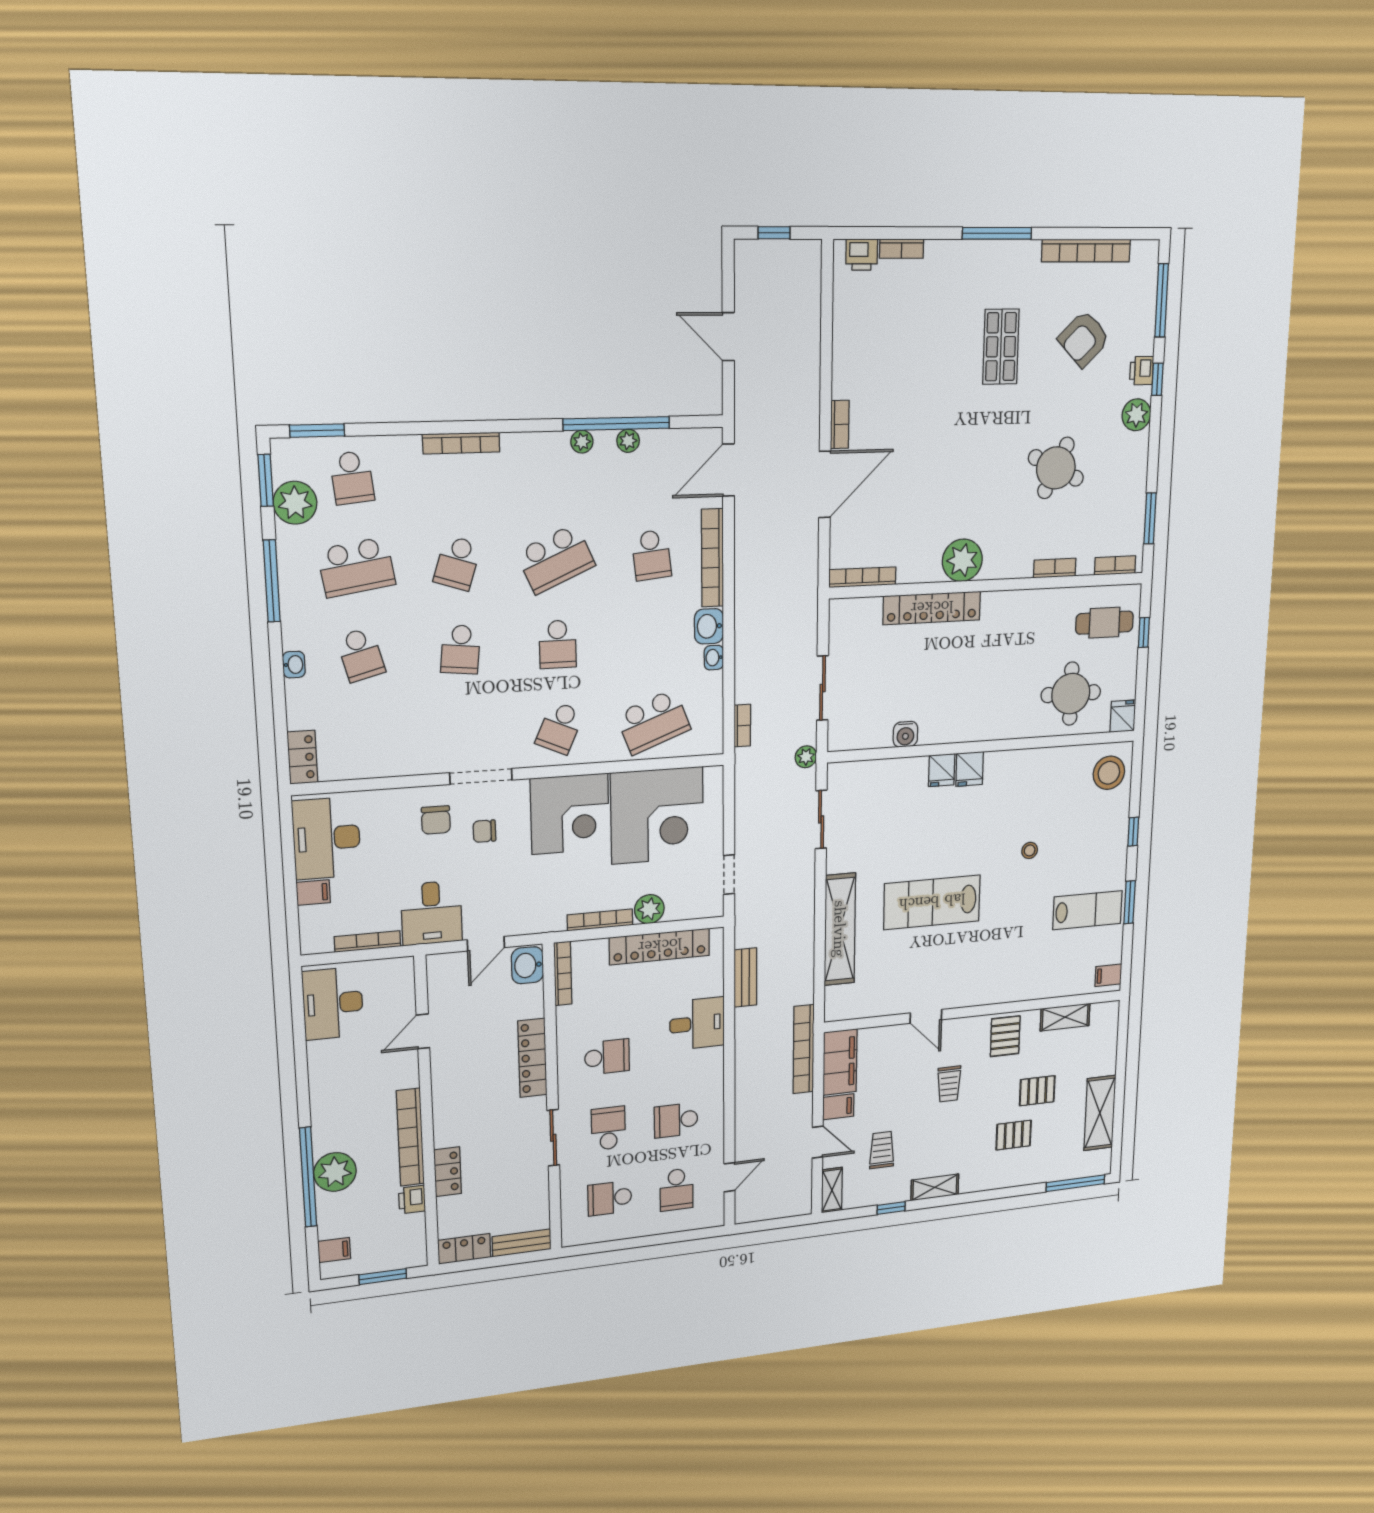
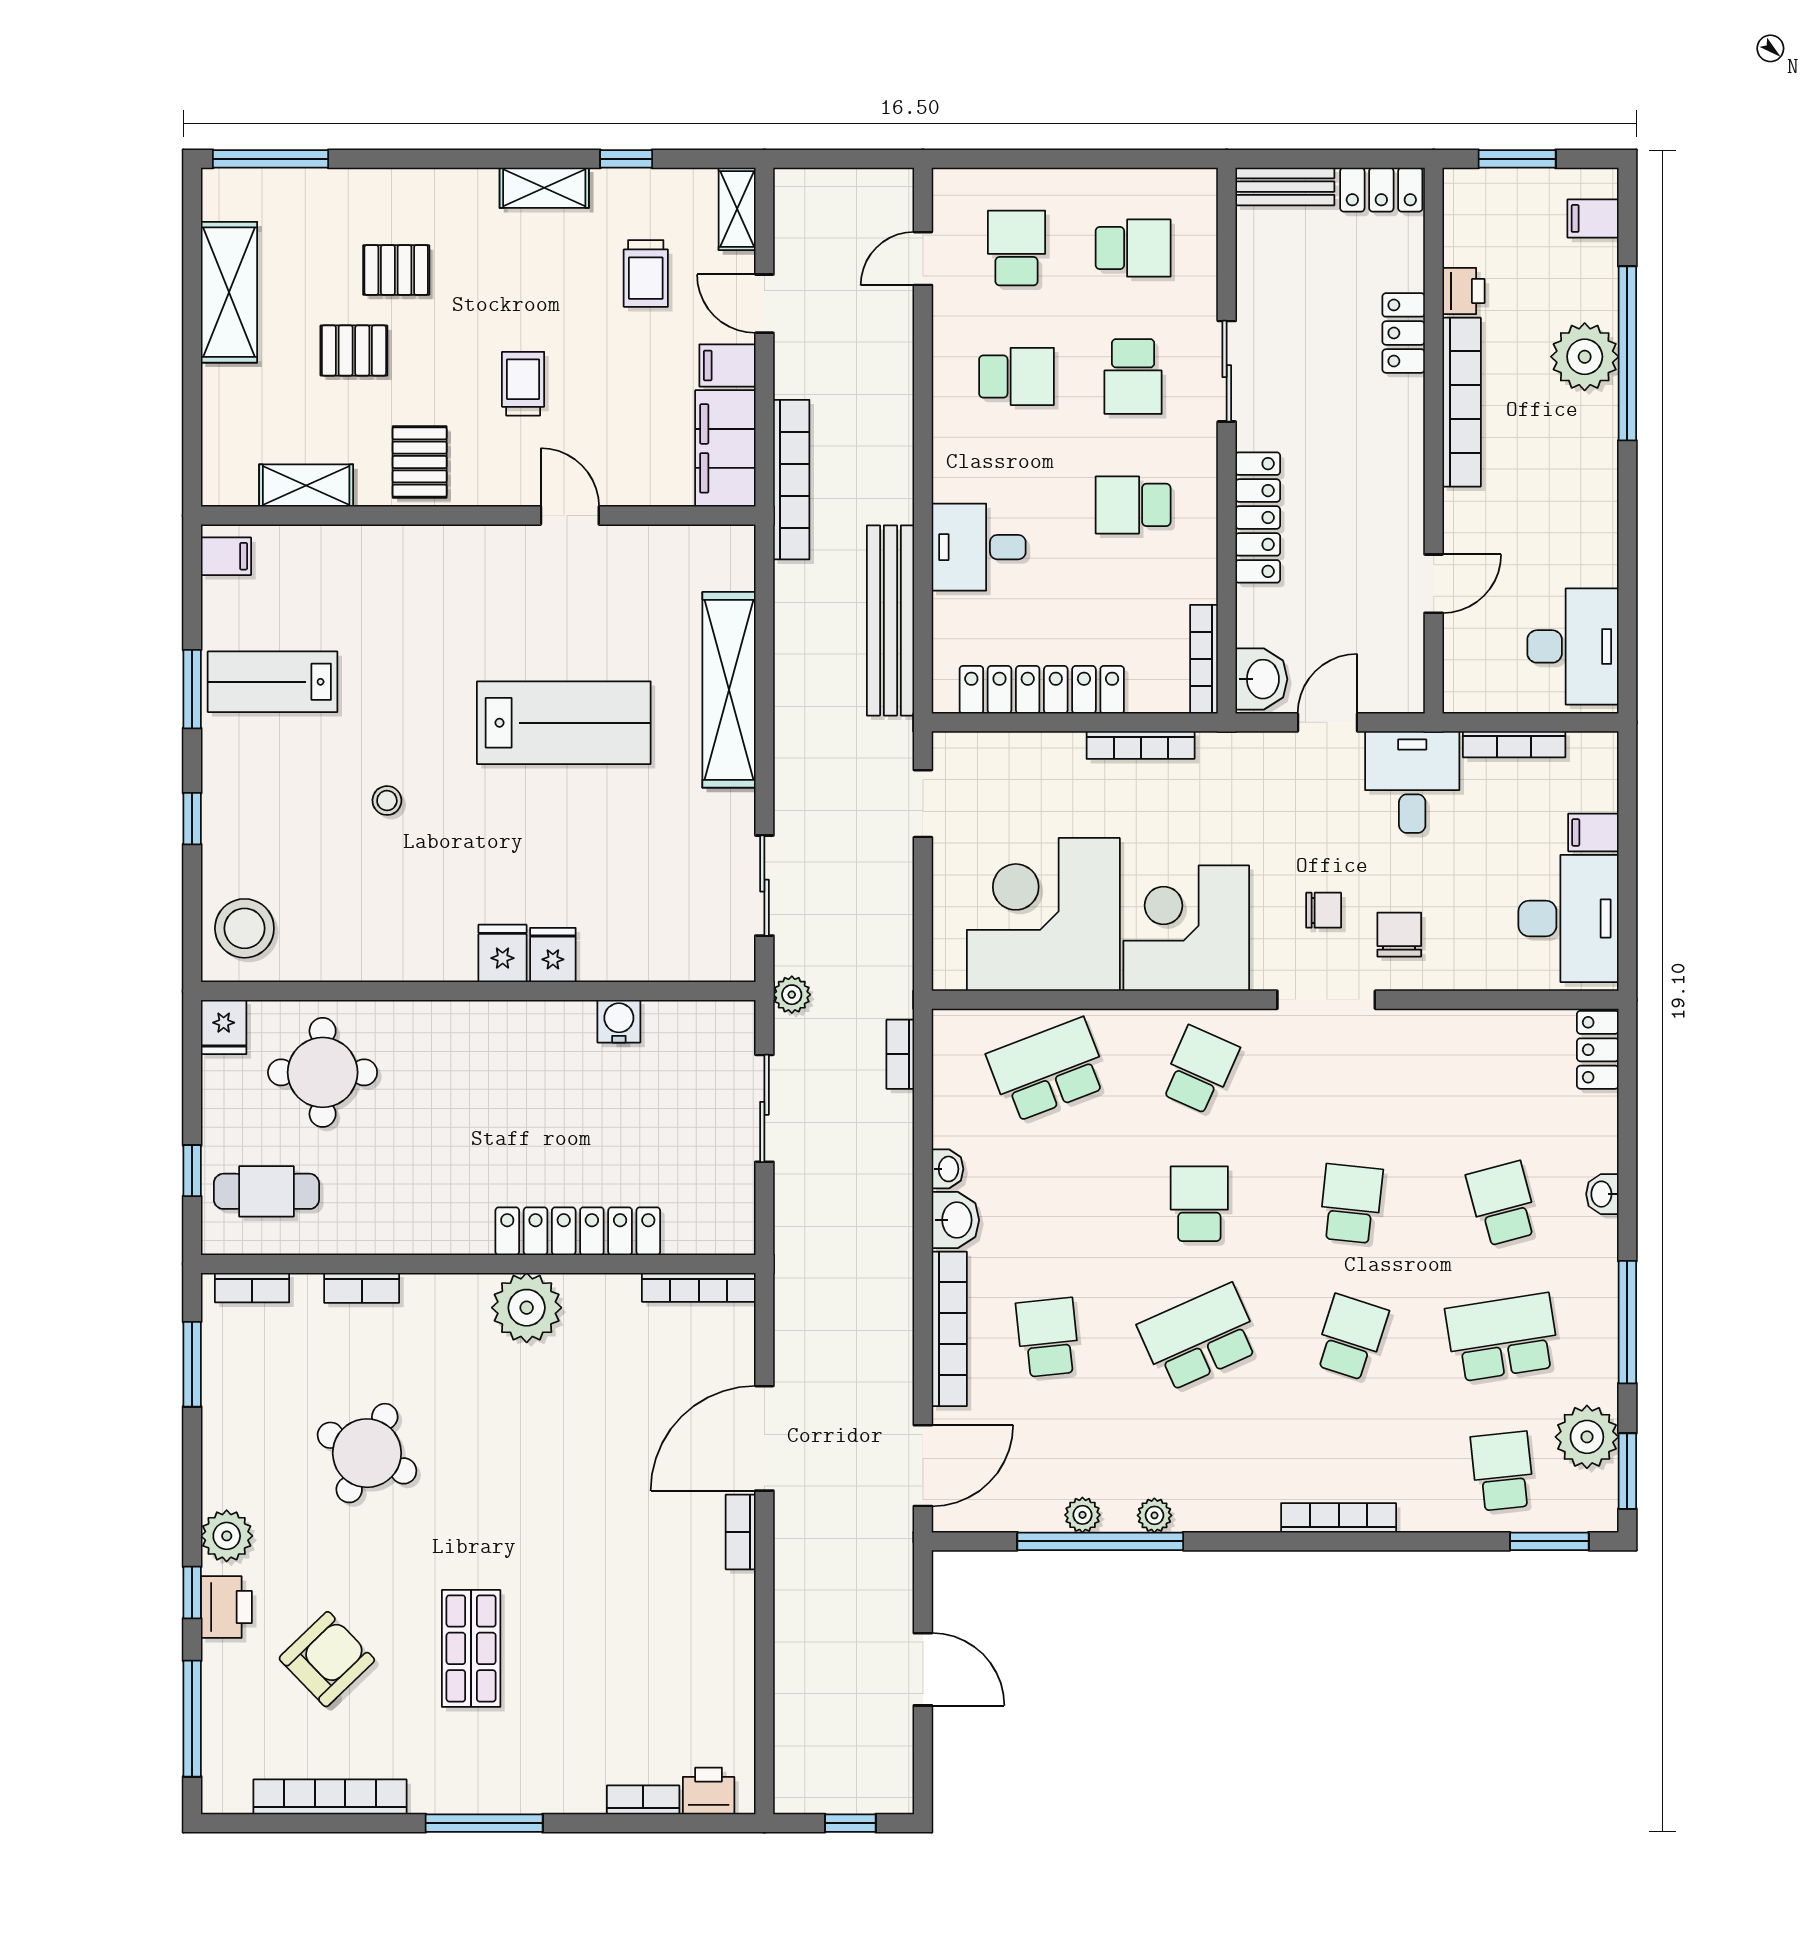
printer: (1142, 371) -> (226, 1607), width x1.36, depth x1.24
plant: (649, 909) -> (1058, 756), removed
bench: (745, 977) -> (890, 620), width x1.86, depth x1.21

